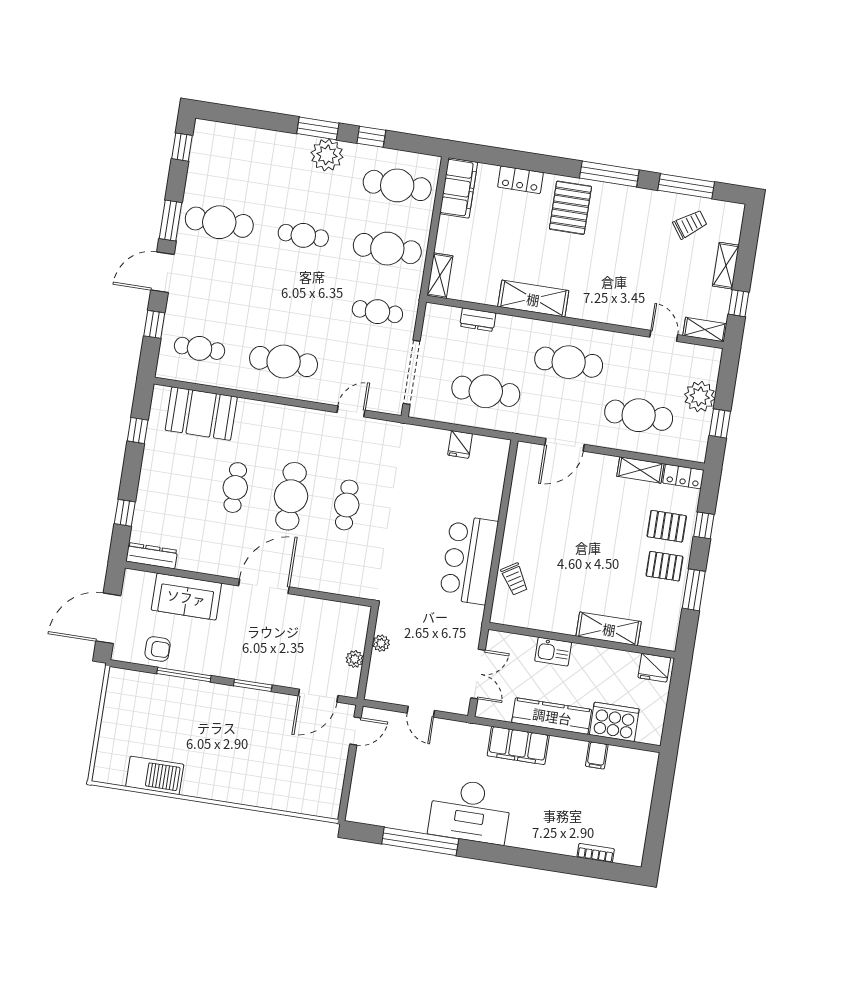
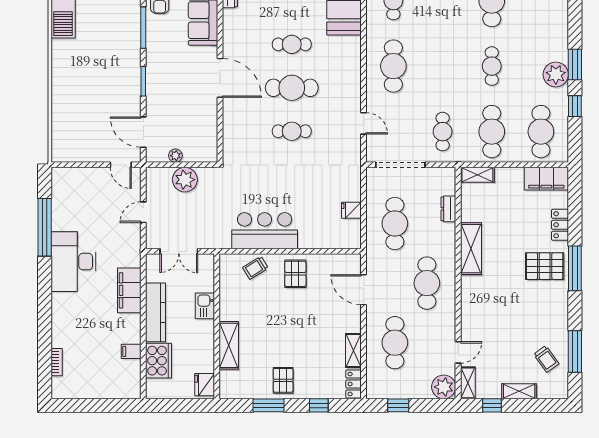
window: (609, 174) -> (575, 268), moved
plant: (700, 397) -> (444, 387), moved
pallet: (667, 526) -> (295, 274), moved
plant: (381, 643) -> (185, 180), width x1.87, depth x1.87

